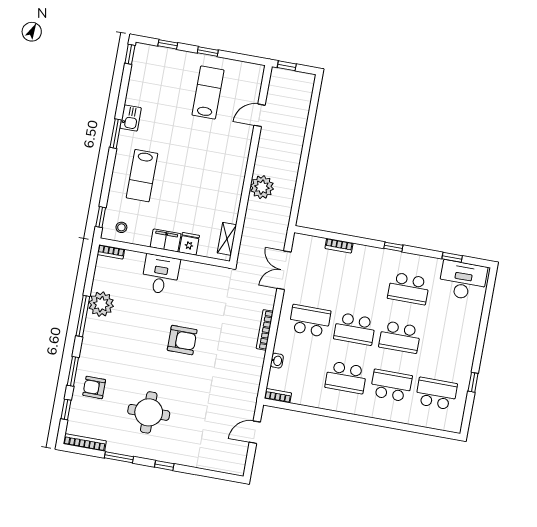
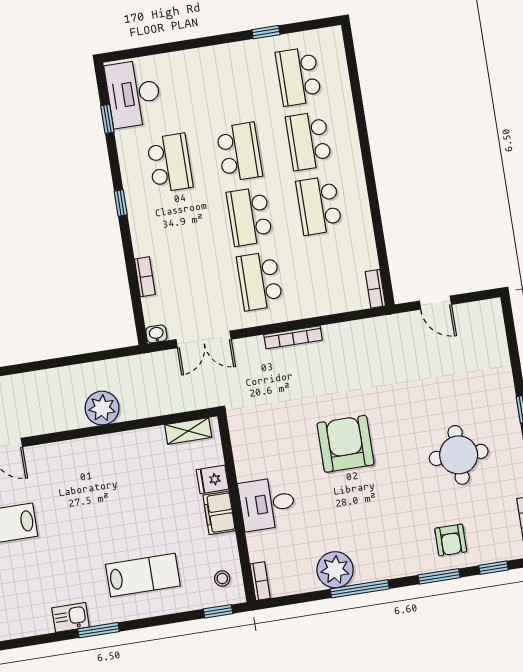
school desk: (355, 329) -> (249, 217), turned 180
armchair: (182, 340) -> (345, 444), width x1.36, depth x1.36
washbasin: (277, 361) -> (156, 334), moved
school desk: (346, 377) -> (319, 206), turned 180

